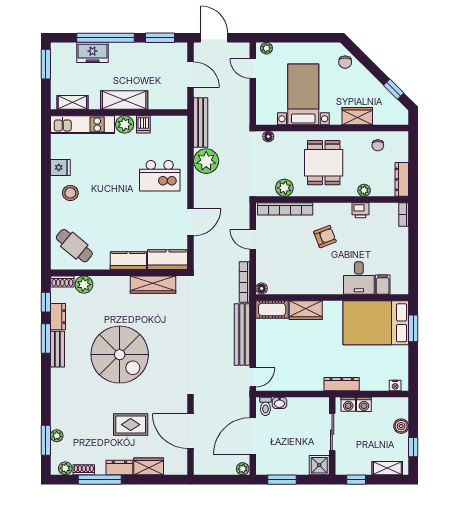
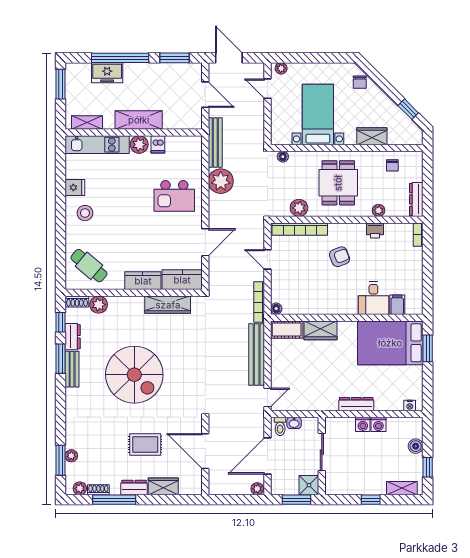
sliding door: (332, 432) -> (322, 452), moved
wall: (332, 436) -> (322, 456), moved
shower: (319, 465) -> (309, 485), moved

